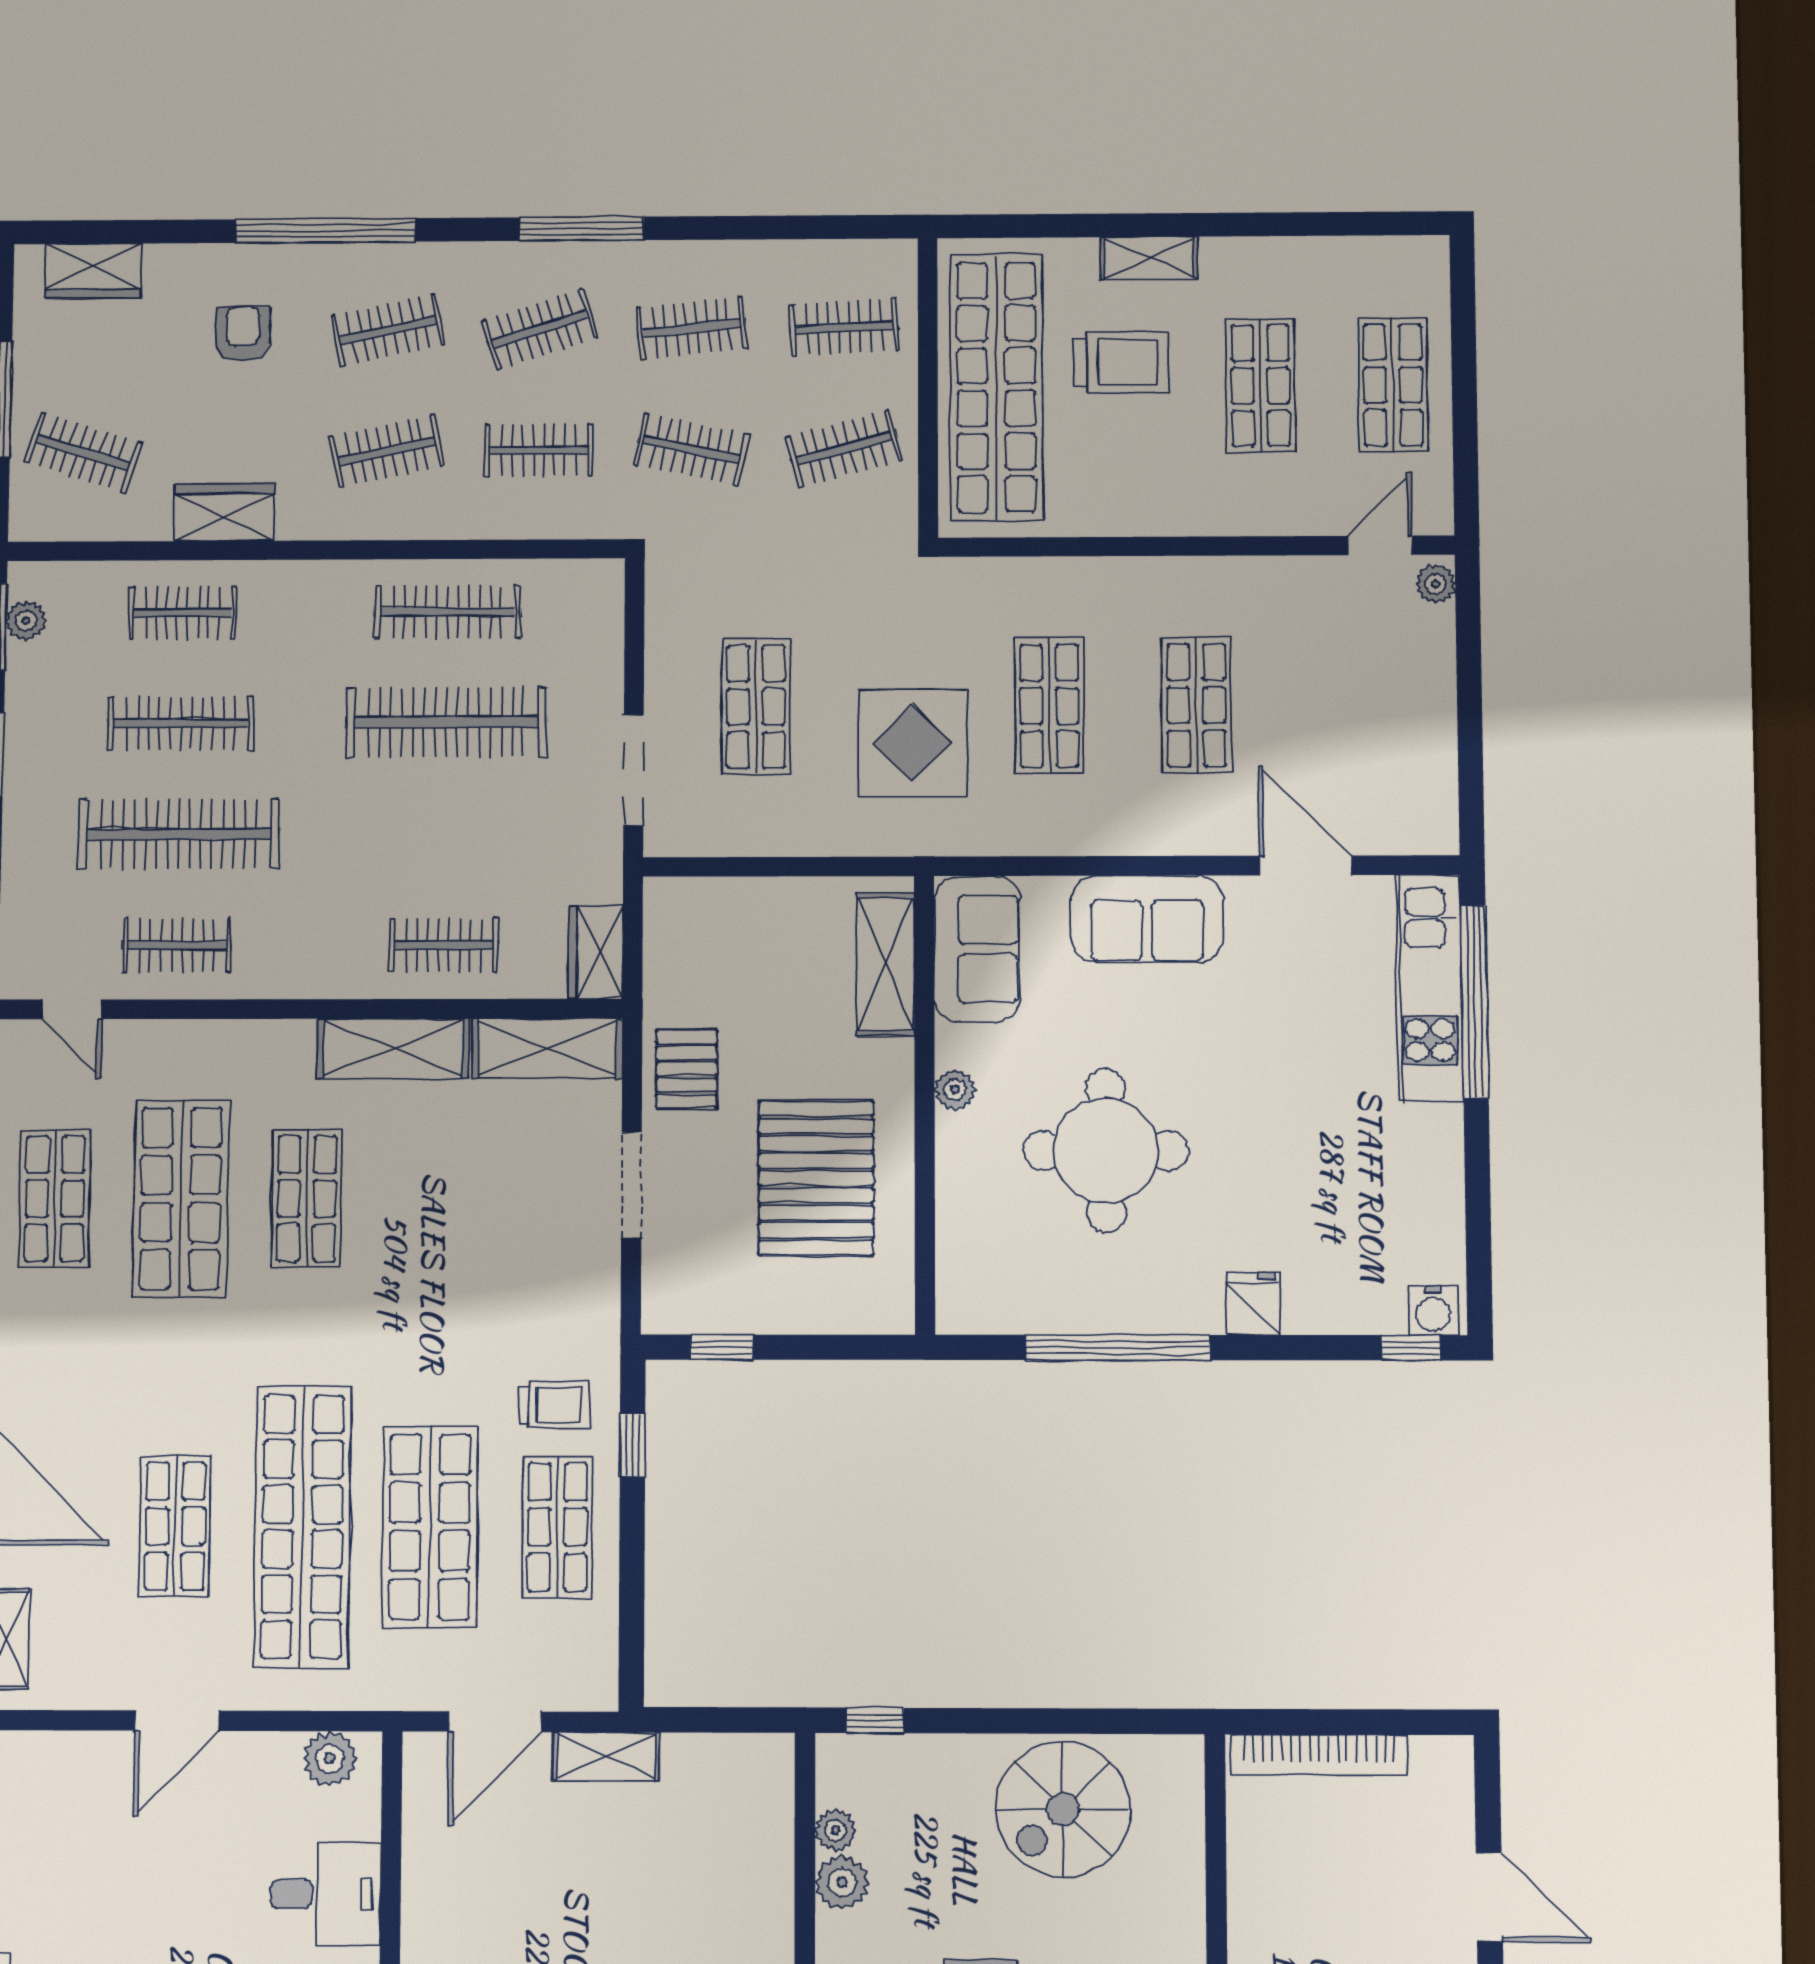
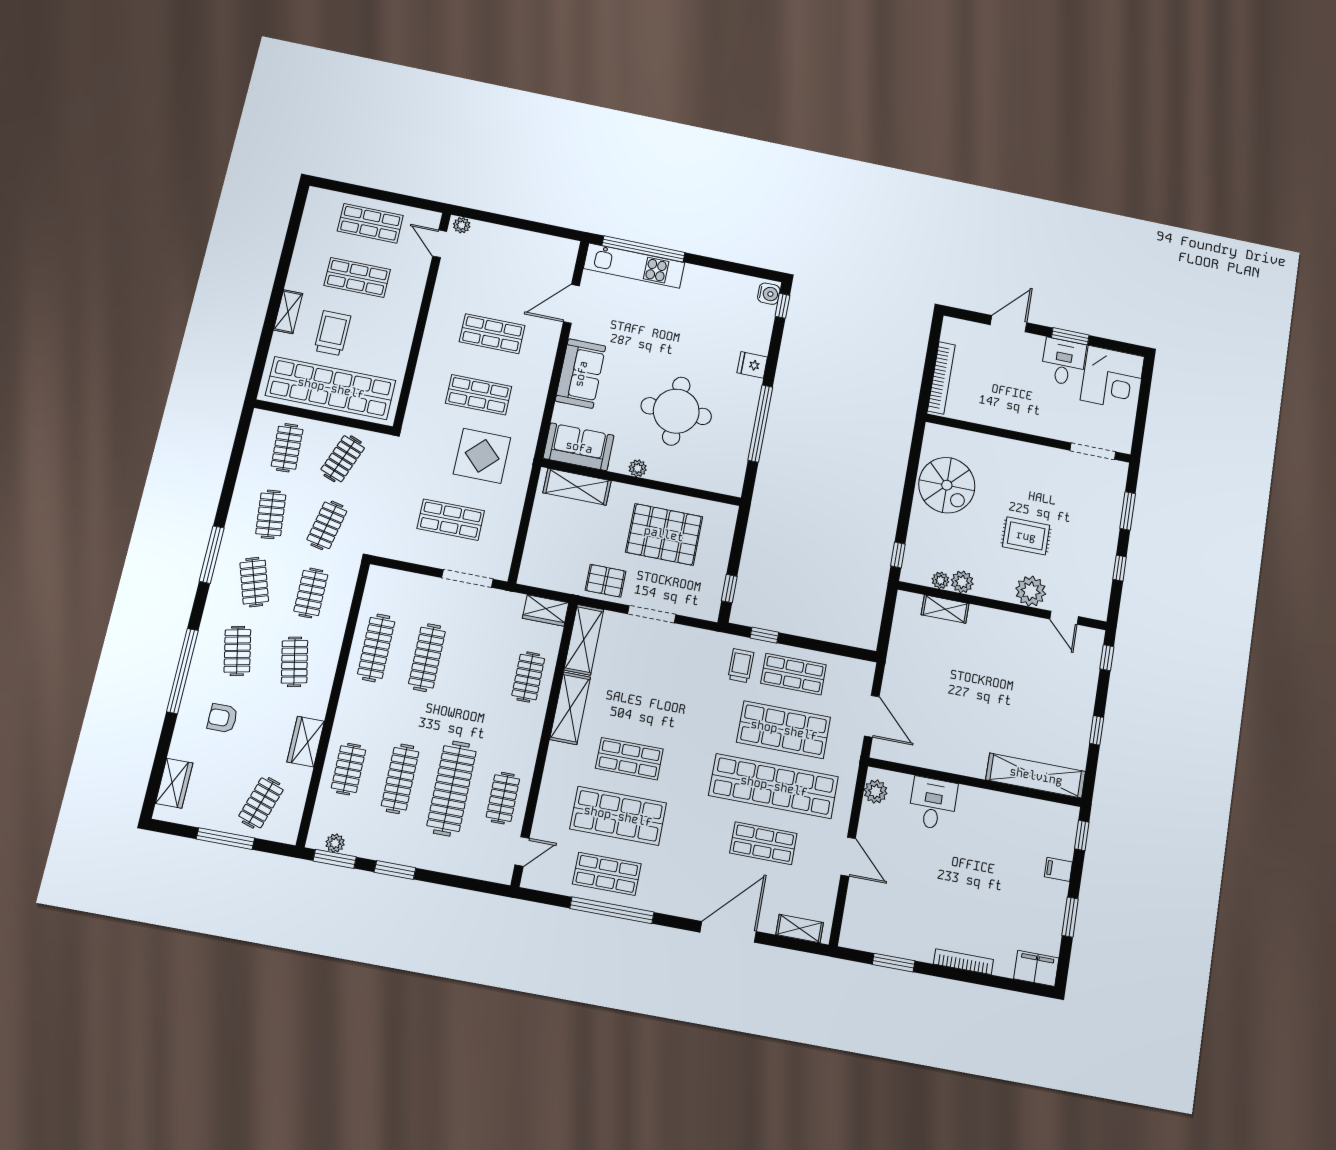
clothes rail: (844, 449) -> (343, 459), turned 36
clothes rail: (446, 722) -> (427, 658), width x0.73, depth x0.76
shelving: (606, 1756) -> (945, 609), moved, turned 90

